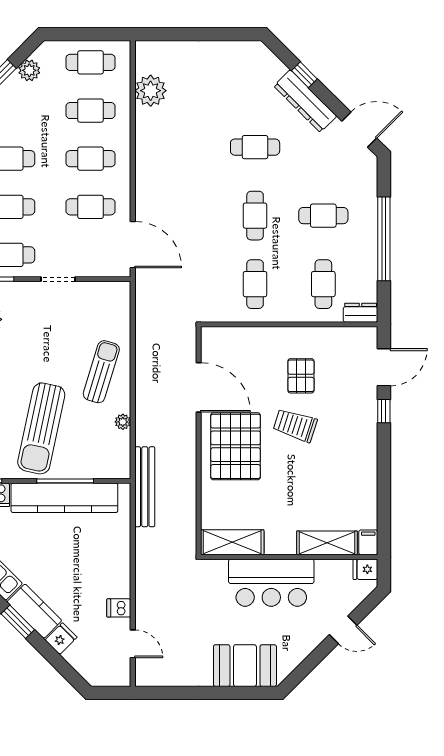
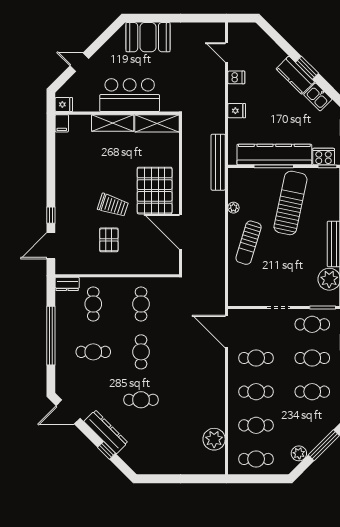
shelving: (327, 543) -> (113, 123), moved
fridge: (61, 639) -> (237, 111), moved, turned -135

